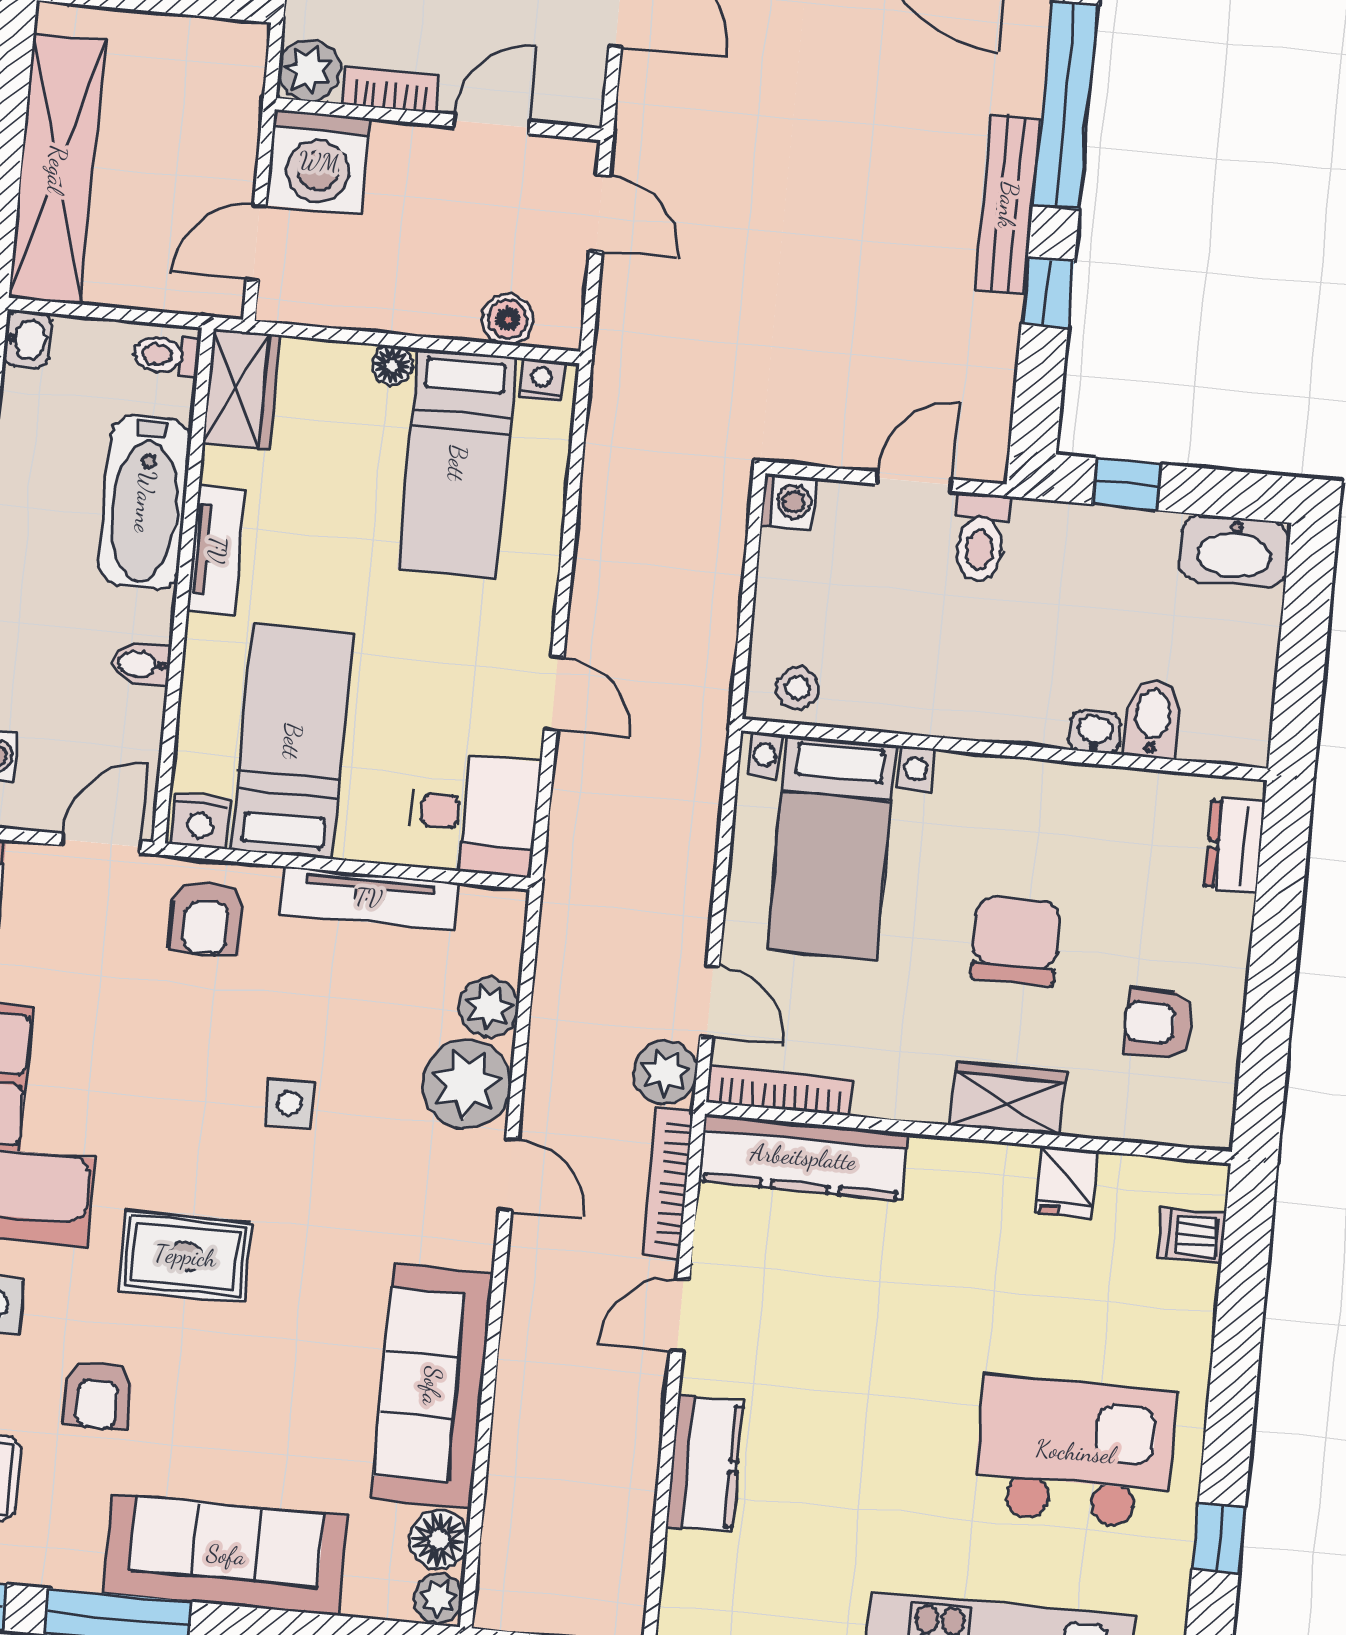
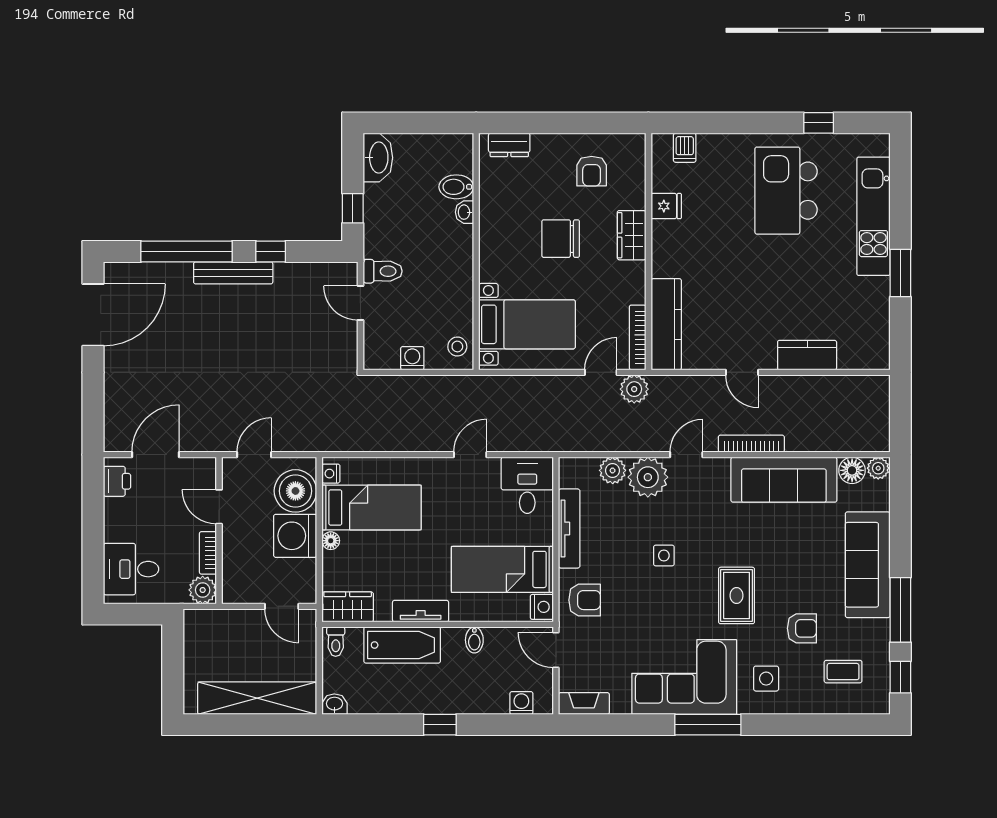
washing machine: (319, 162) -> (295, 536), moved, turned 180
boiler: (508, 319) -> (295, 491), width x1.86, depth x1.86
washing machine: (789, 501) -> (412, 358), moved
bookcase: (668, 1183) -> (751, 444), moved, turned 180

